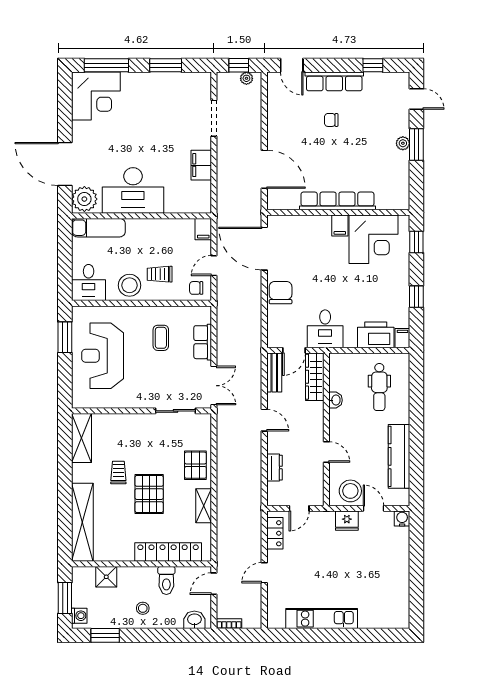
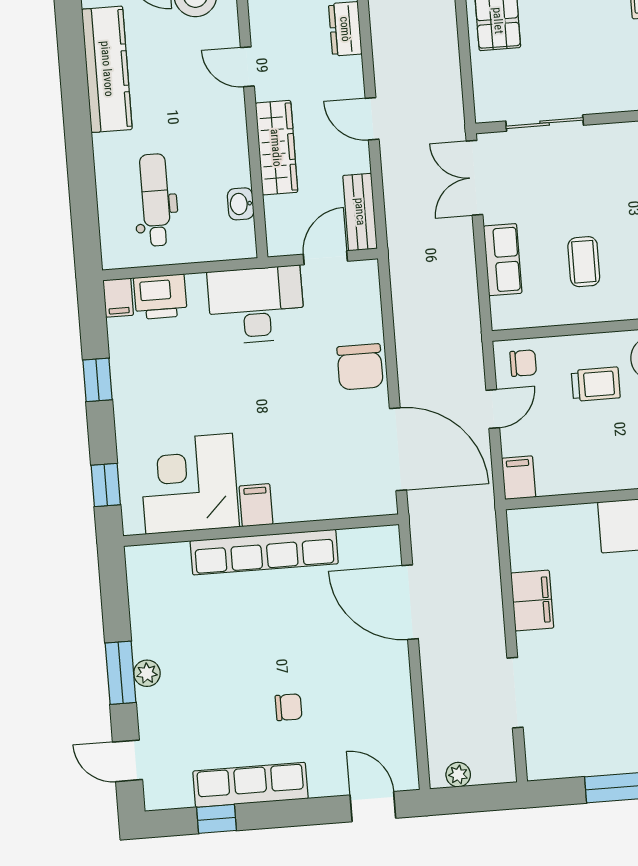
window: (239, 65) -> (475, 799), removed
row of seats: (334, 81) -> (250, 785), moved
desk: (325, 329) -> (256, 305), width x1.37
printer: (376, 335) -> (160, 297), width x0.73, depth x0.84
wardrobe: (315, 377) -> (276, 148), moved
washbasin: (336, 400) -> (241, 204), moved

